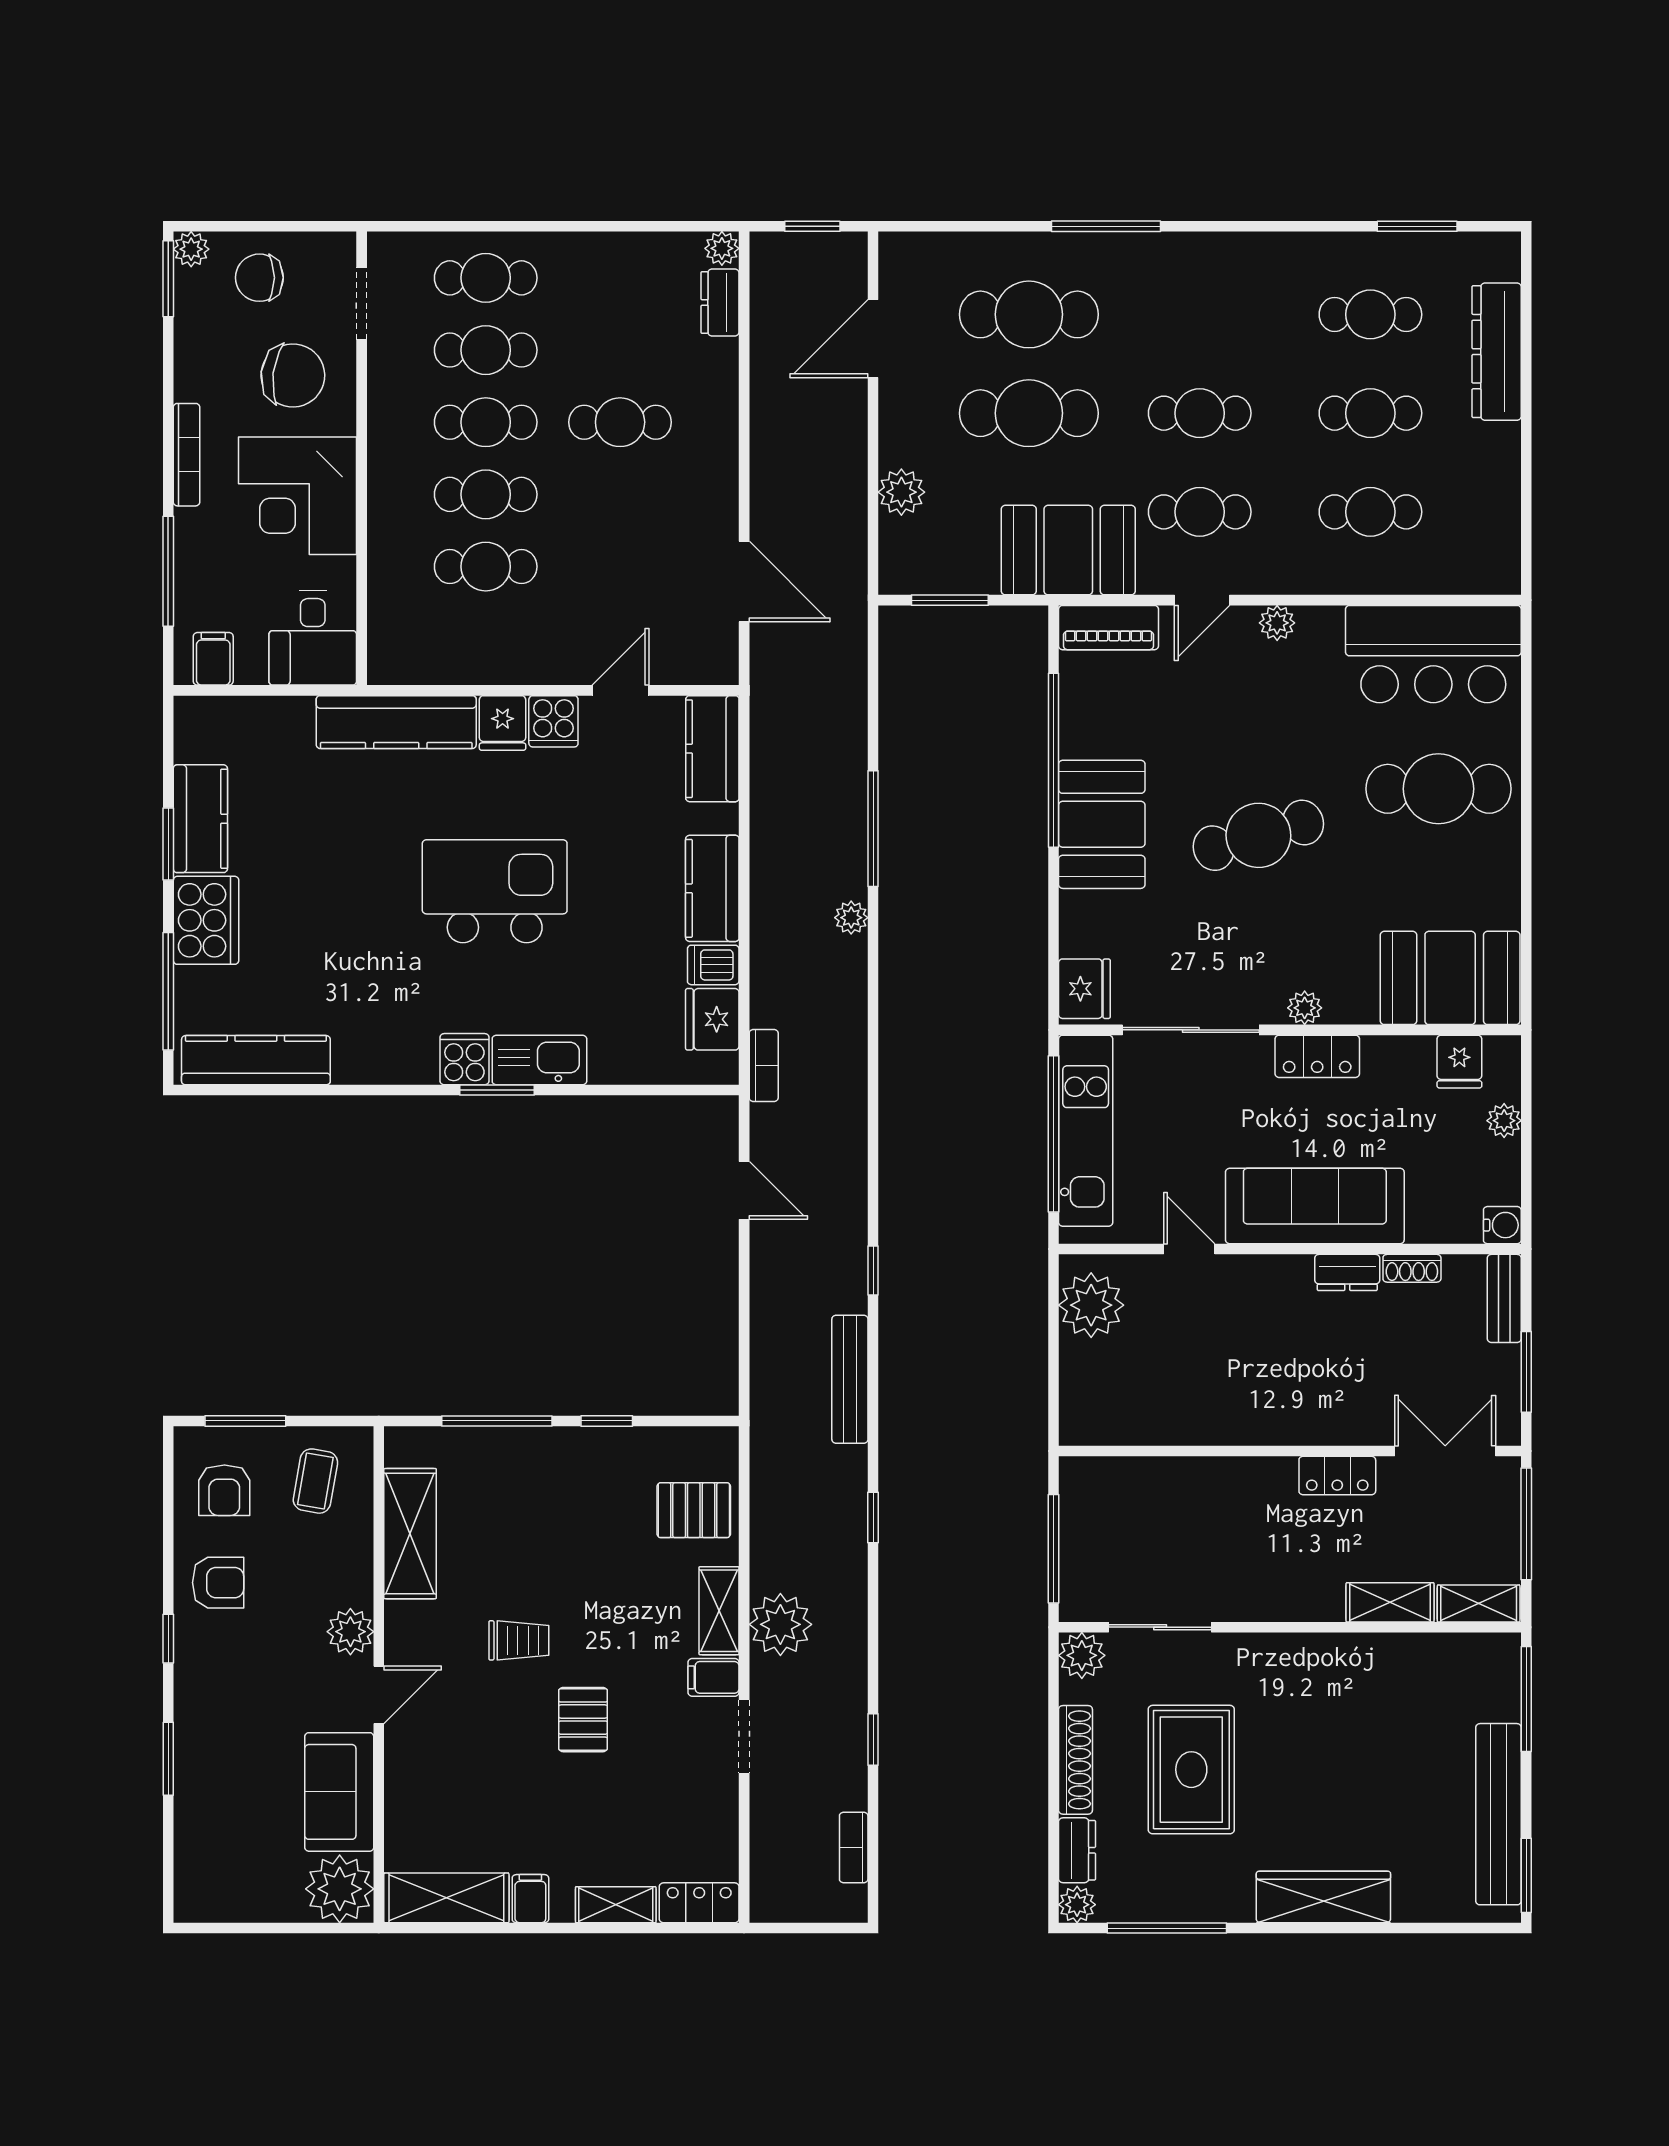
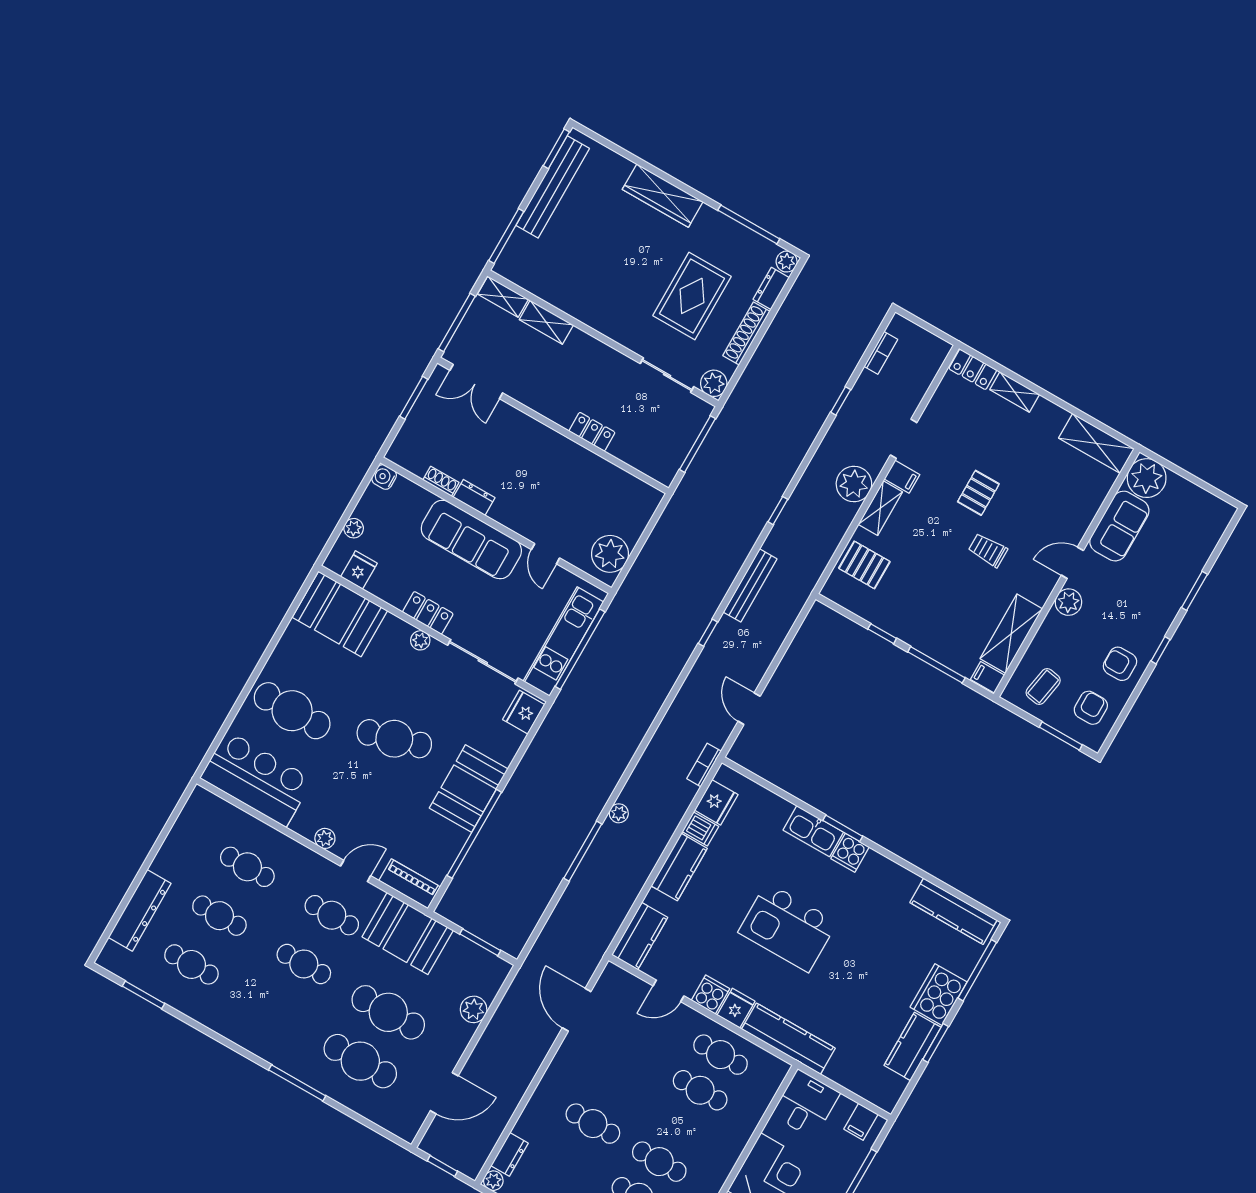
cafe table: (486, 494) -> (721, 1055), moved
bench: (1504, 1298) -> (404, 440), removed
locker: (1337, 1476) -> (592, 432), moved
filing cabinet: (530, 1899) -> (988, 677), moved, turned 90

